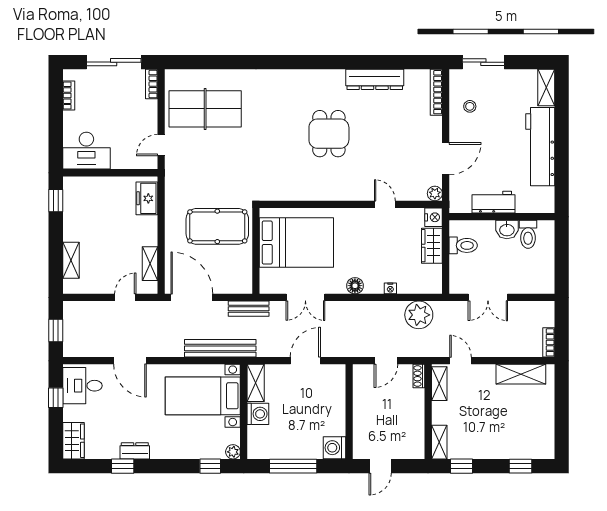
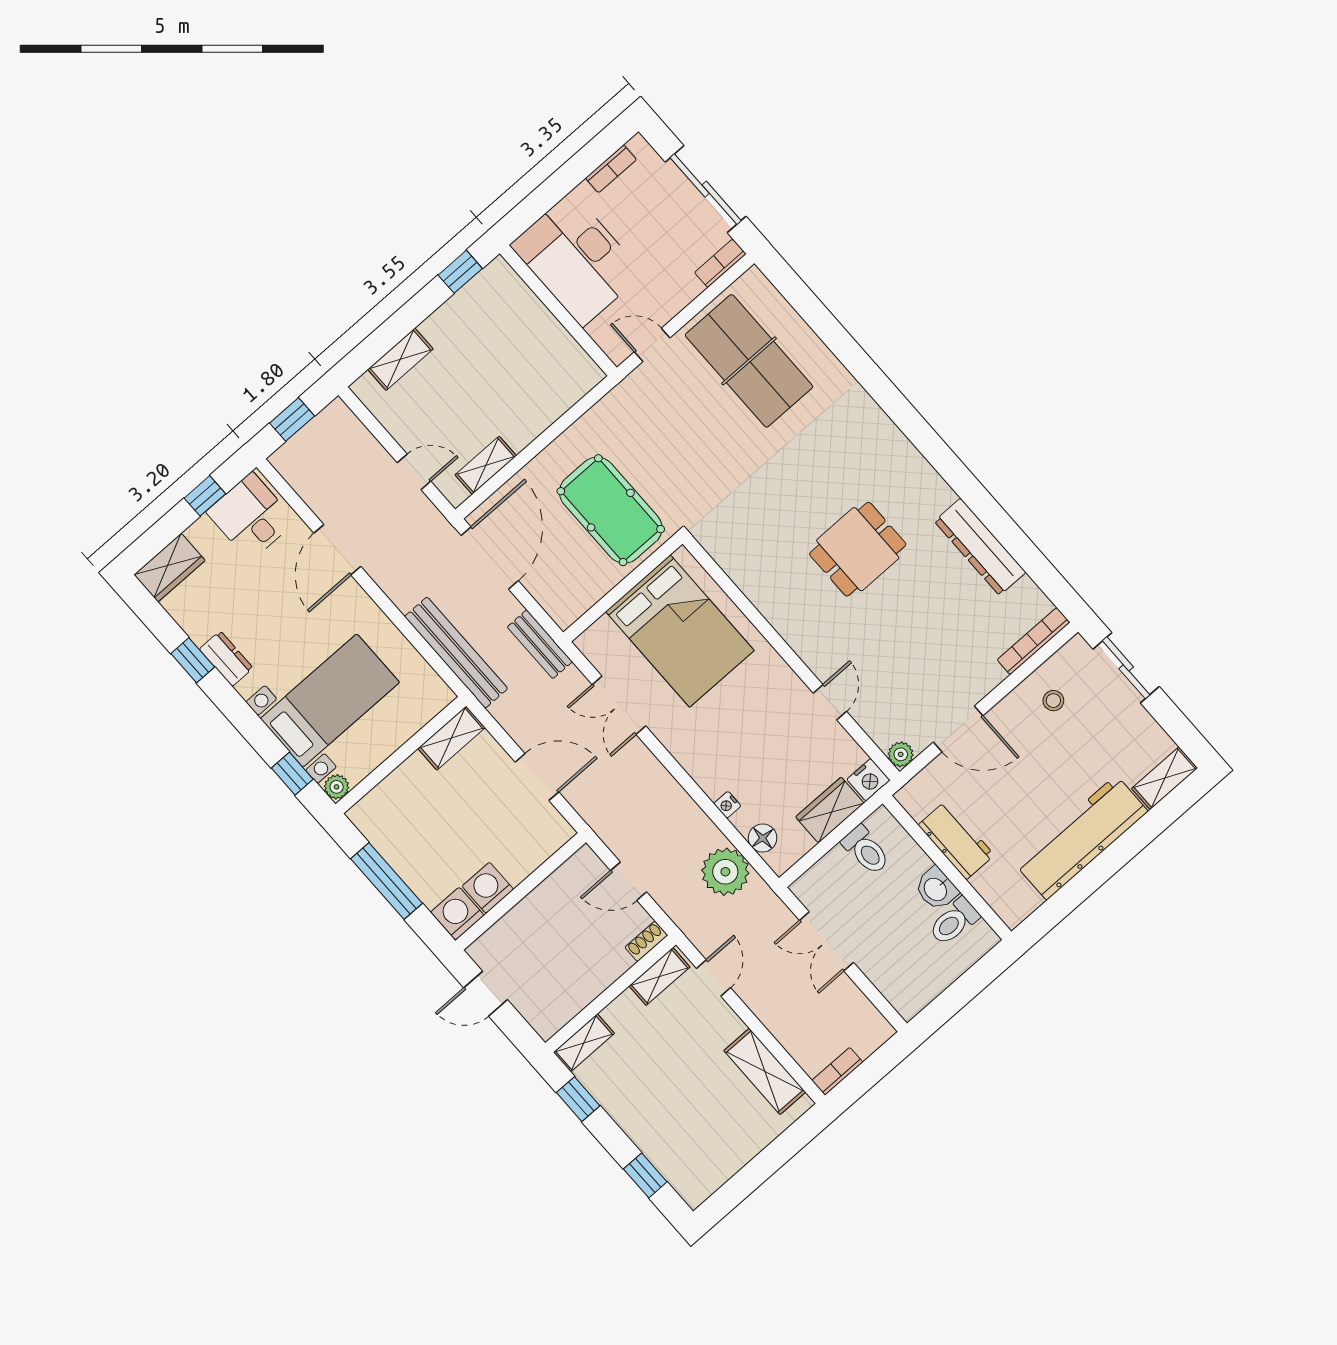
desk: (86, 151) -> (577, 259), width x1.36, depth x1.30
freezer: (147, 198) -> (567, 387), removed
floor lamp: (355, 286) -> (763, 838), moved
bed with nightstands: (203, 396) -> (330, 700), moved, turned 90
washing machine: (258, 414) -> (488, 888), moved, turned 180

